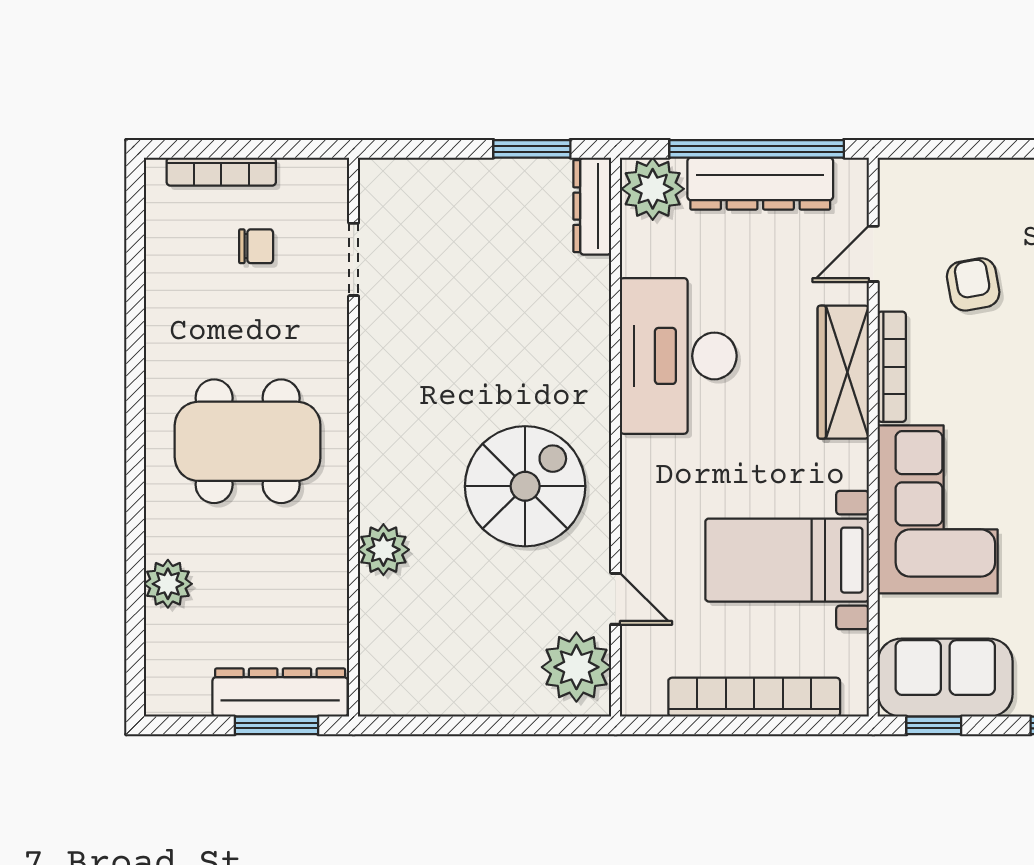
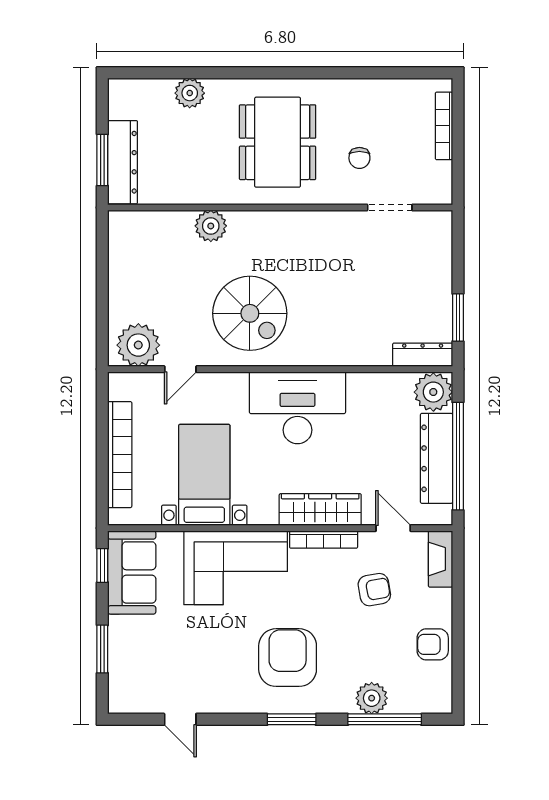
fireplace: (923, 177) -> (441, 559), added
chair: (256, 246) -> (359, 158), moved
desk: (678, 356) -> (297, 408), moved

